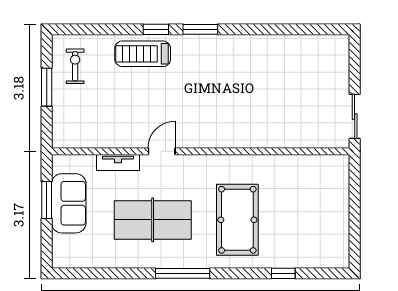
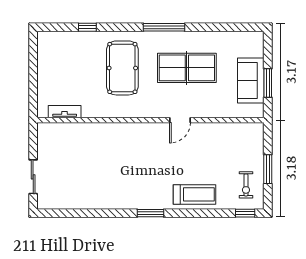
window: (156, 29) -> (245, 213), moved
sliding door: (355, 116) -> (33, 177), moved
tv unit: (118, 162) -> (65, 112), moved

